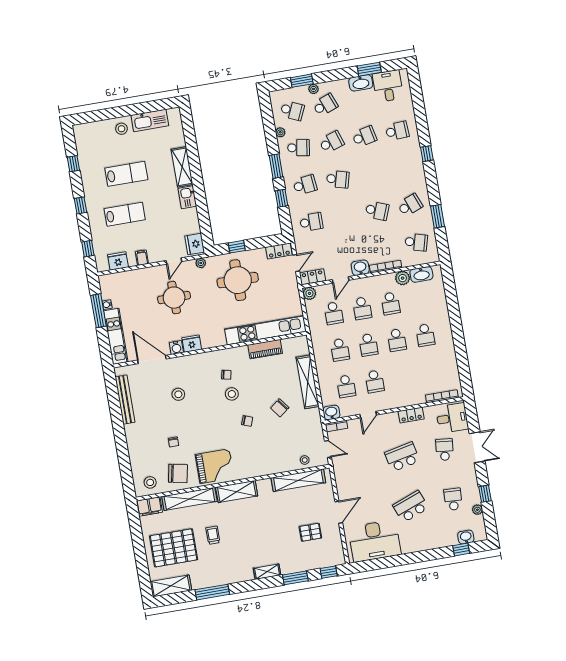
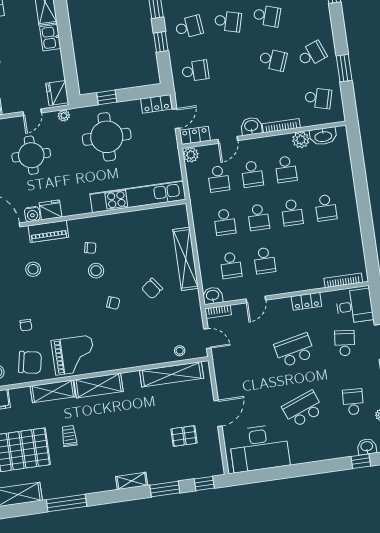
school desk: (371, 174) -> (267, 16), added
piano: (265, 349) -> (48, 231), moved
shelving: (189, 499) -> (53, 391), width x0.68

